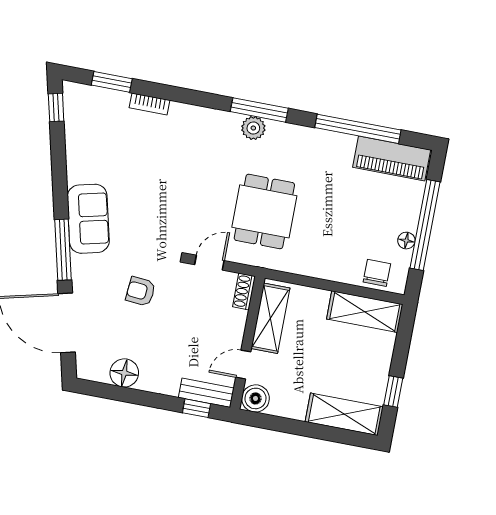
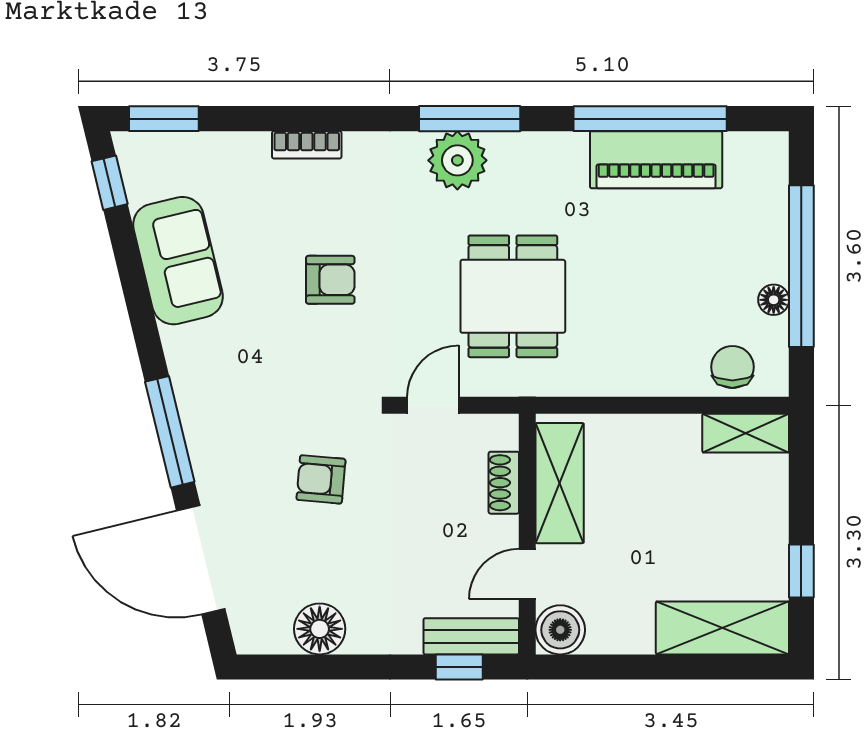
window: (112, 82) -> (164, 119), moved
bookcase: (149, 104) -> (307, 145), moved
plant: (253, 128) -> (457, 160), width x1.36, depth x1.36
piano: (392, 159) -> (656, 160), moved
armchair: (166, 183) -> (330, 280), added
sofa: (88, 219) -> (178, 261), moved
shoe rack: (244, 291) -> (504, 483), moved
shelving: (365, 312) -> (746, 433), width x0.67, depth x0.75

